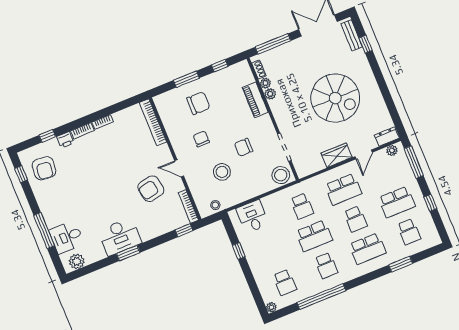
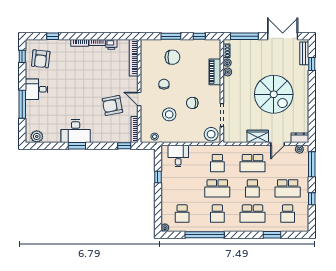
printer: (65, 140) -> (111, 44), moved
desk: (67, 237) -> (37, 89), moved

